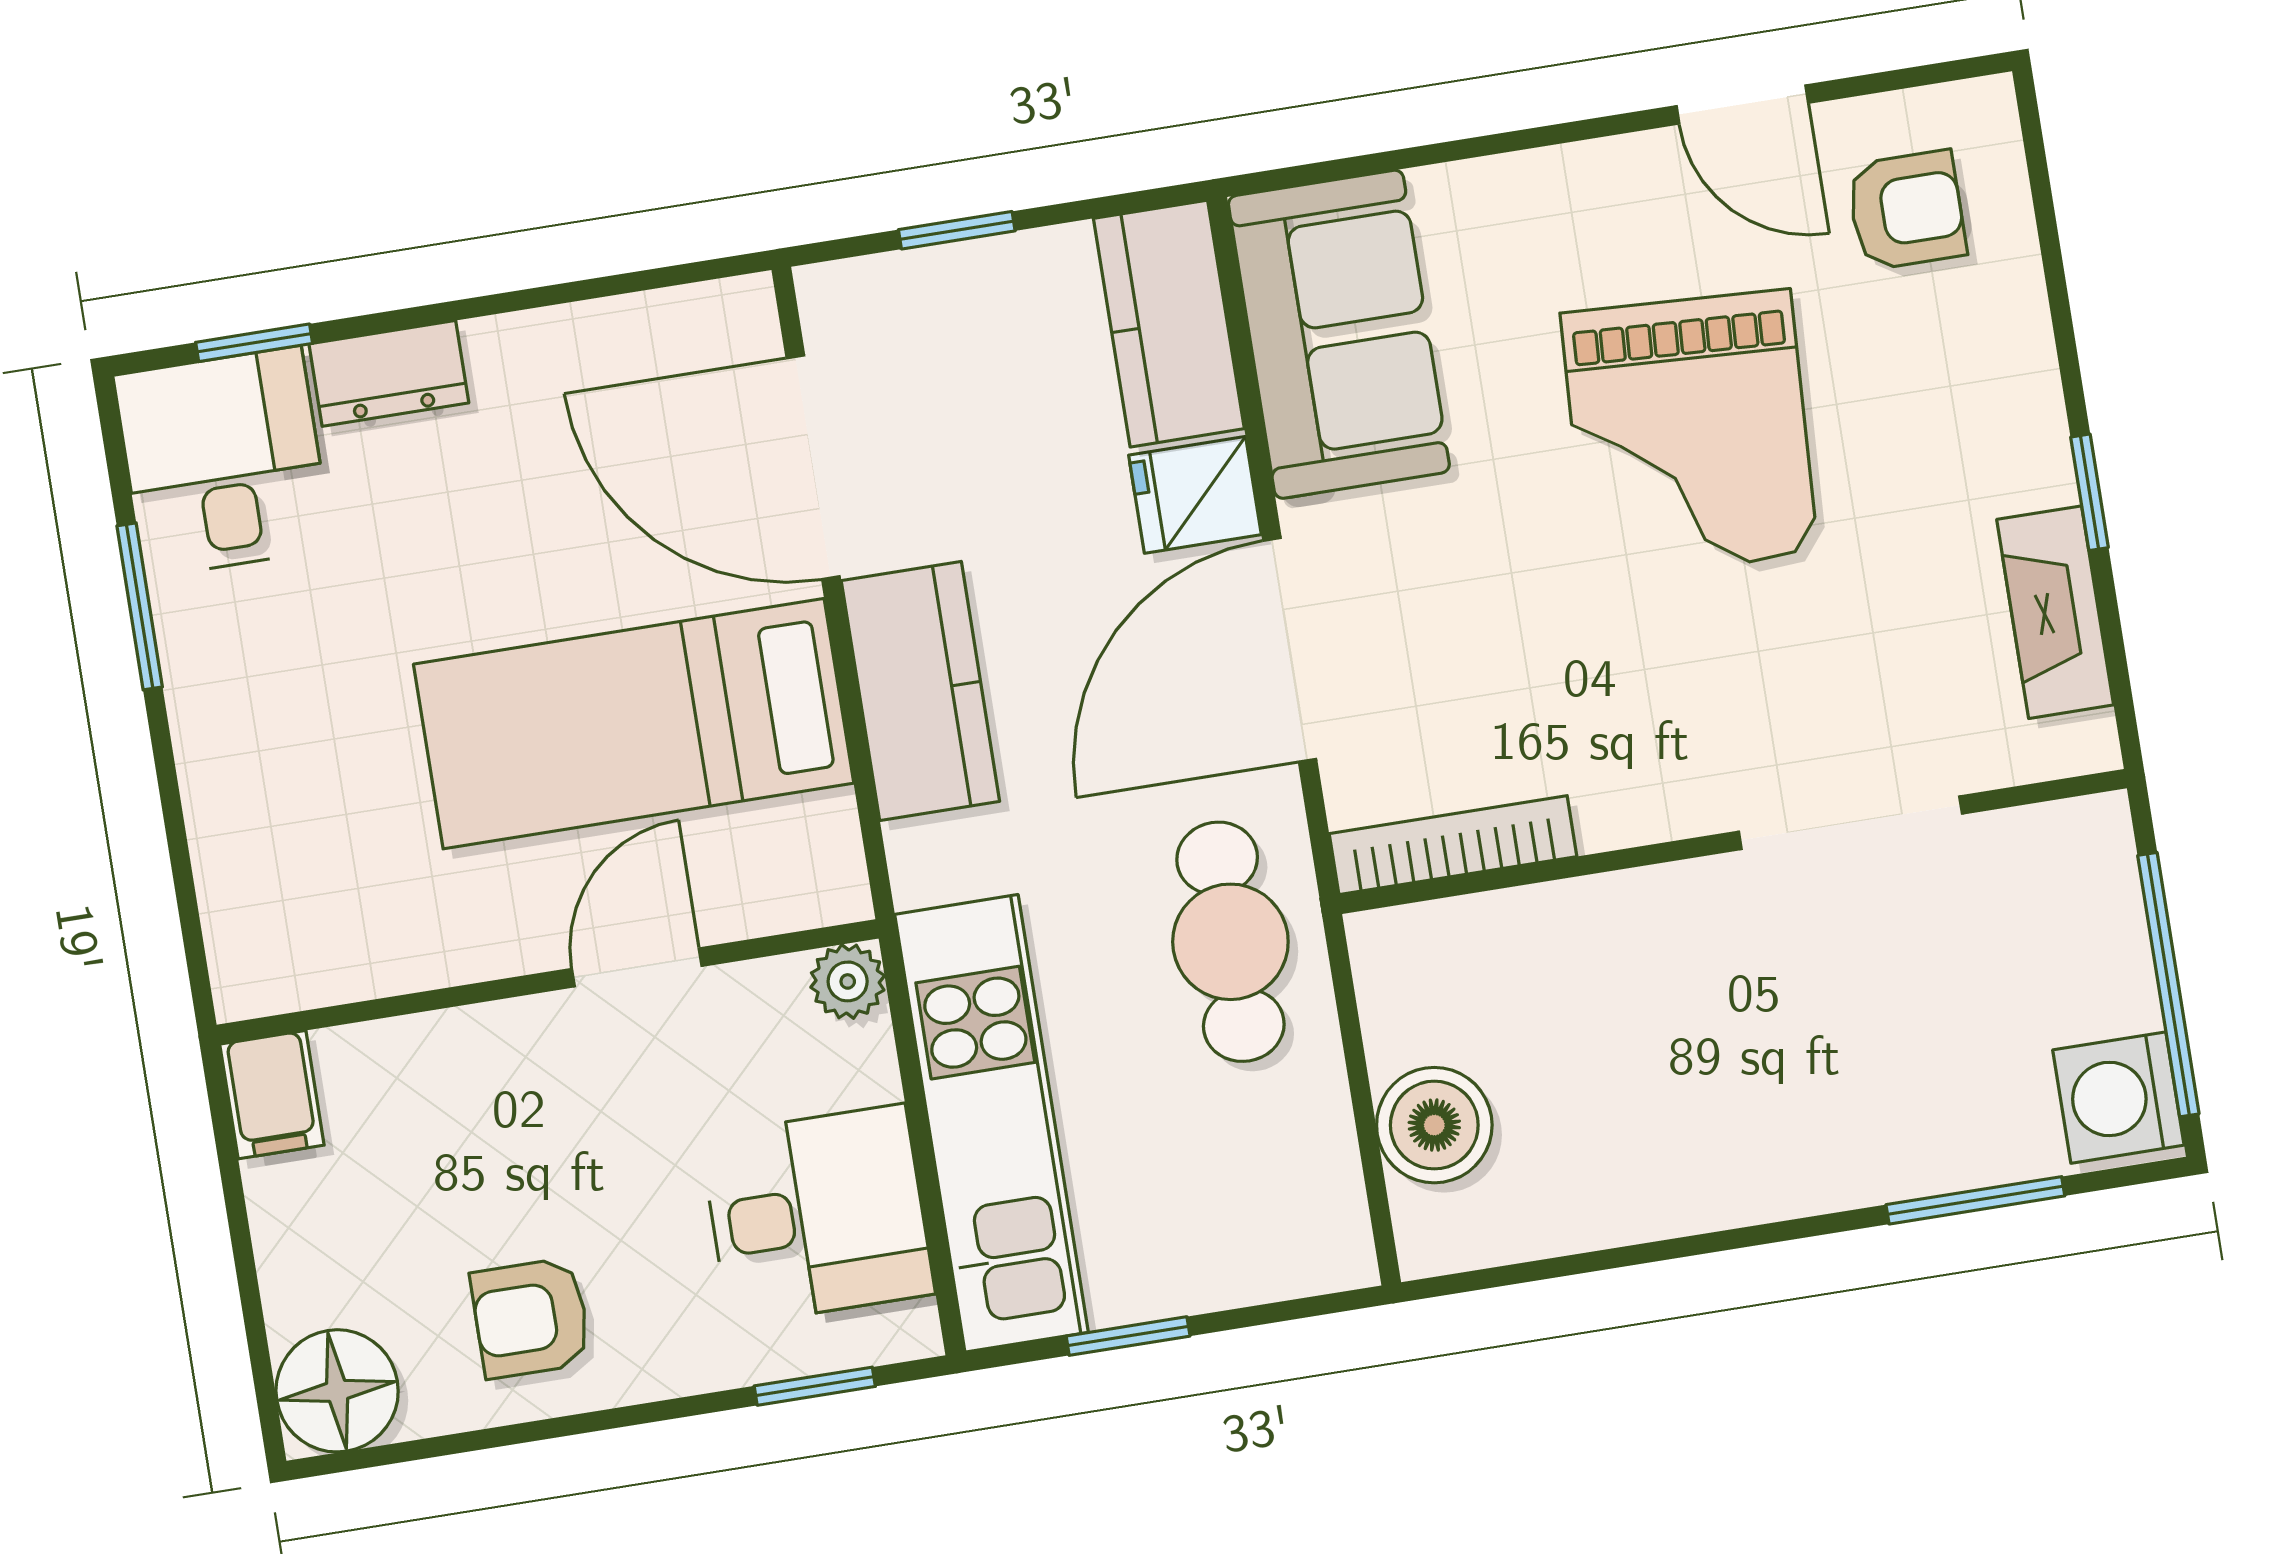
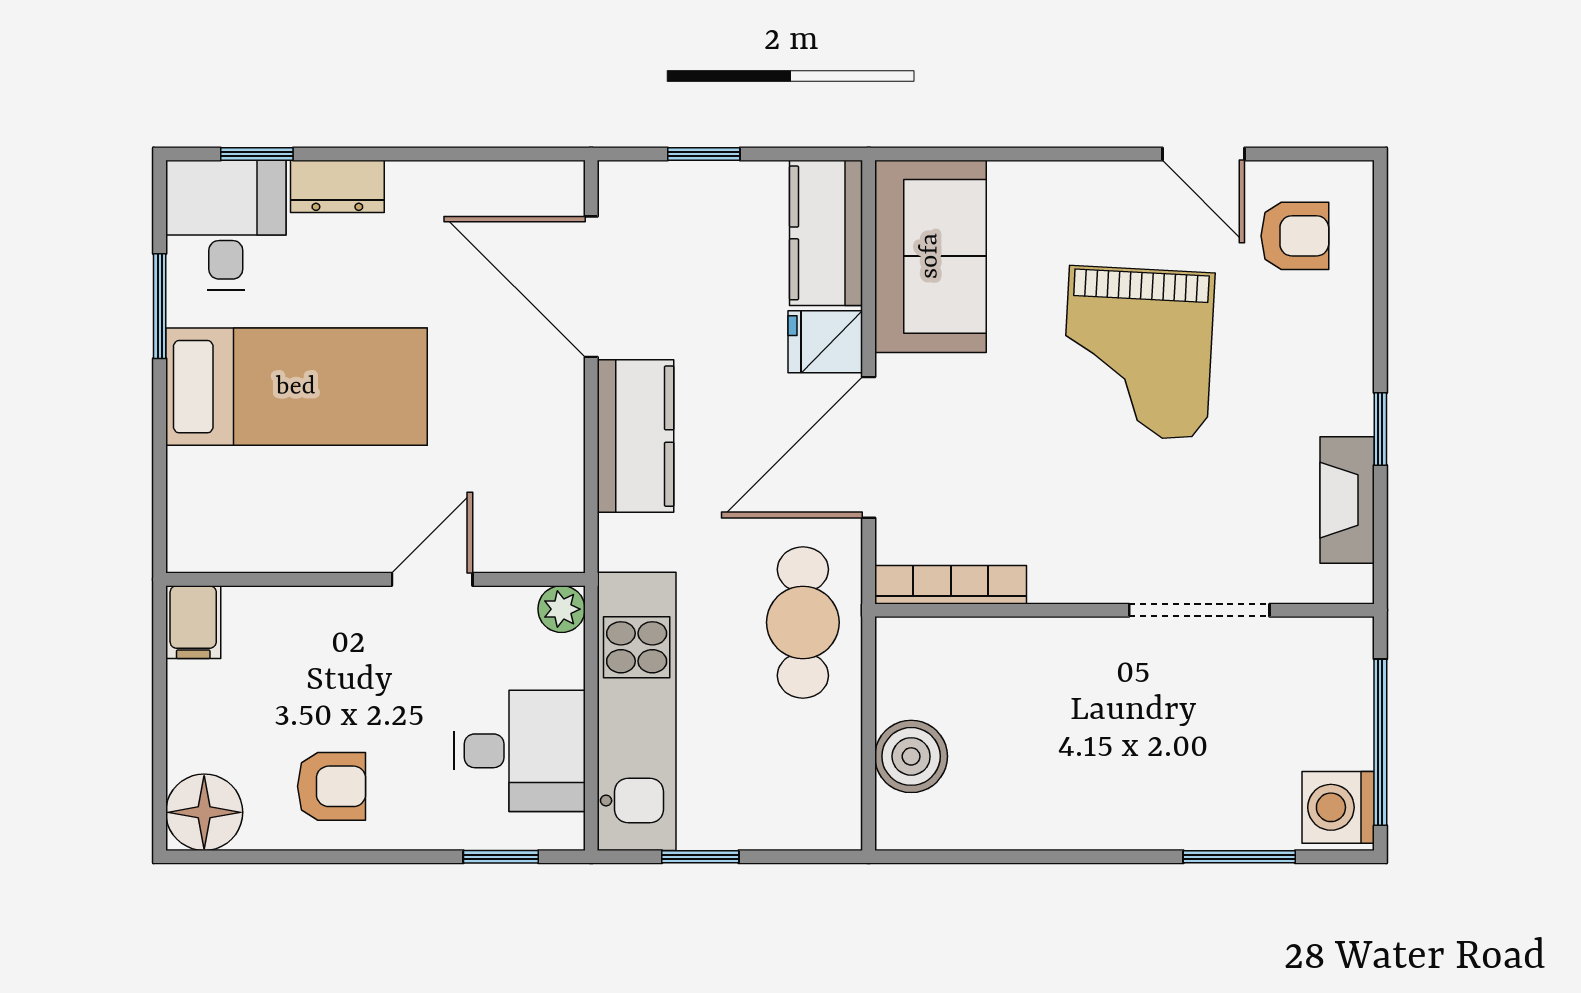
bed: (634, 724) -> (296, 387), moved, turned 180
armchair: (531, 1318) -> (332, 786), turned 180

